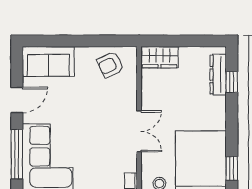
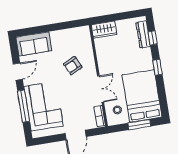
armchair: (110, 65) -> (73, 66), moved
double door: (139, 131) -> (101, 89), moved
window: (232, 168) -> (158, 67), moved

